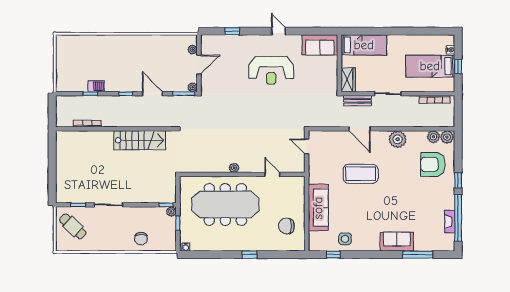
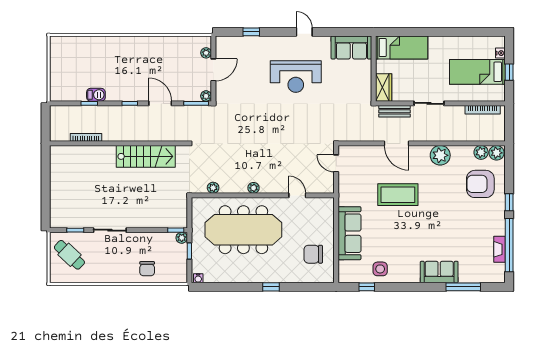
plant: (199, 168) -> (213, 188), added

